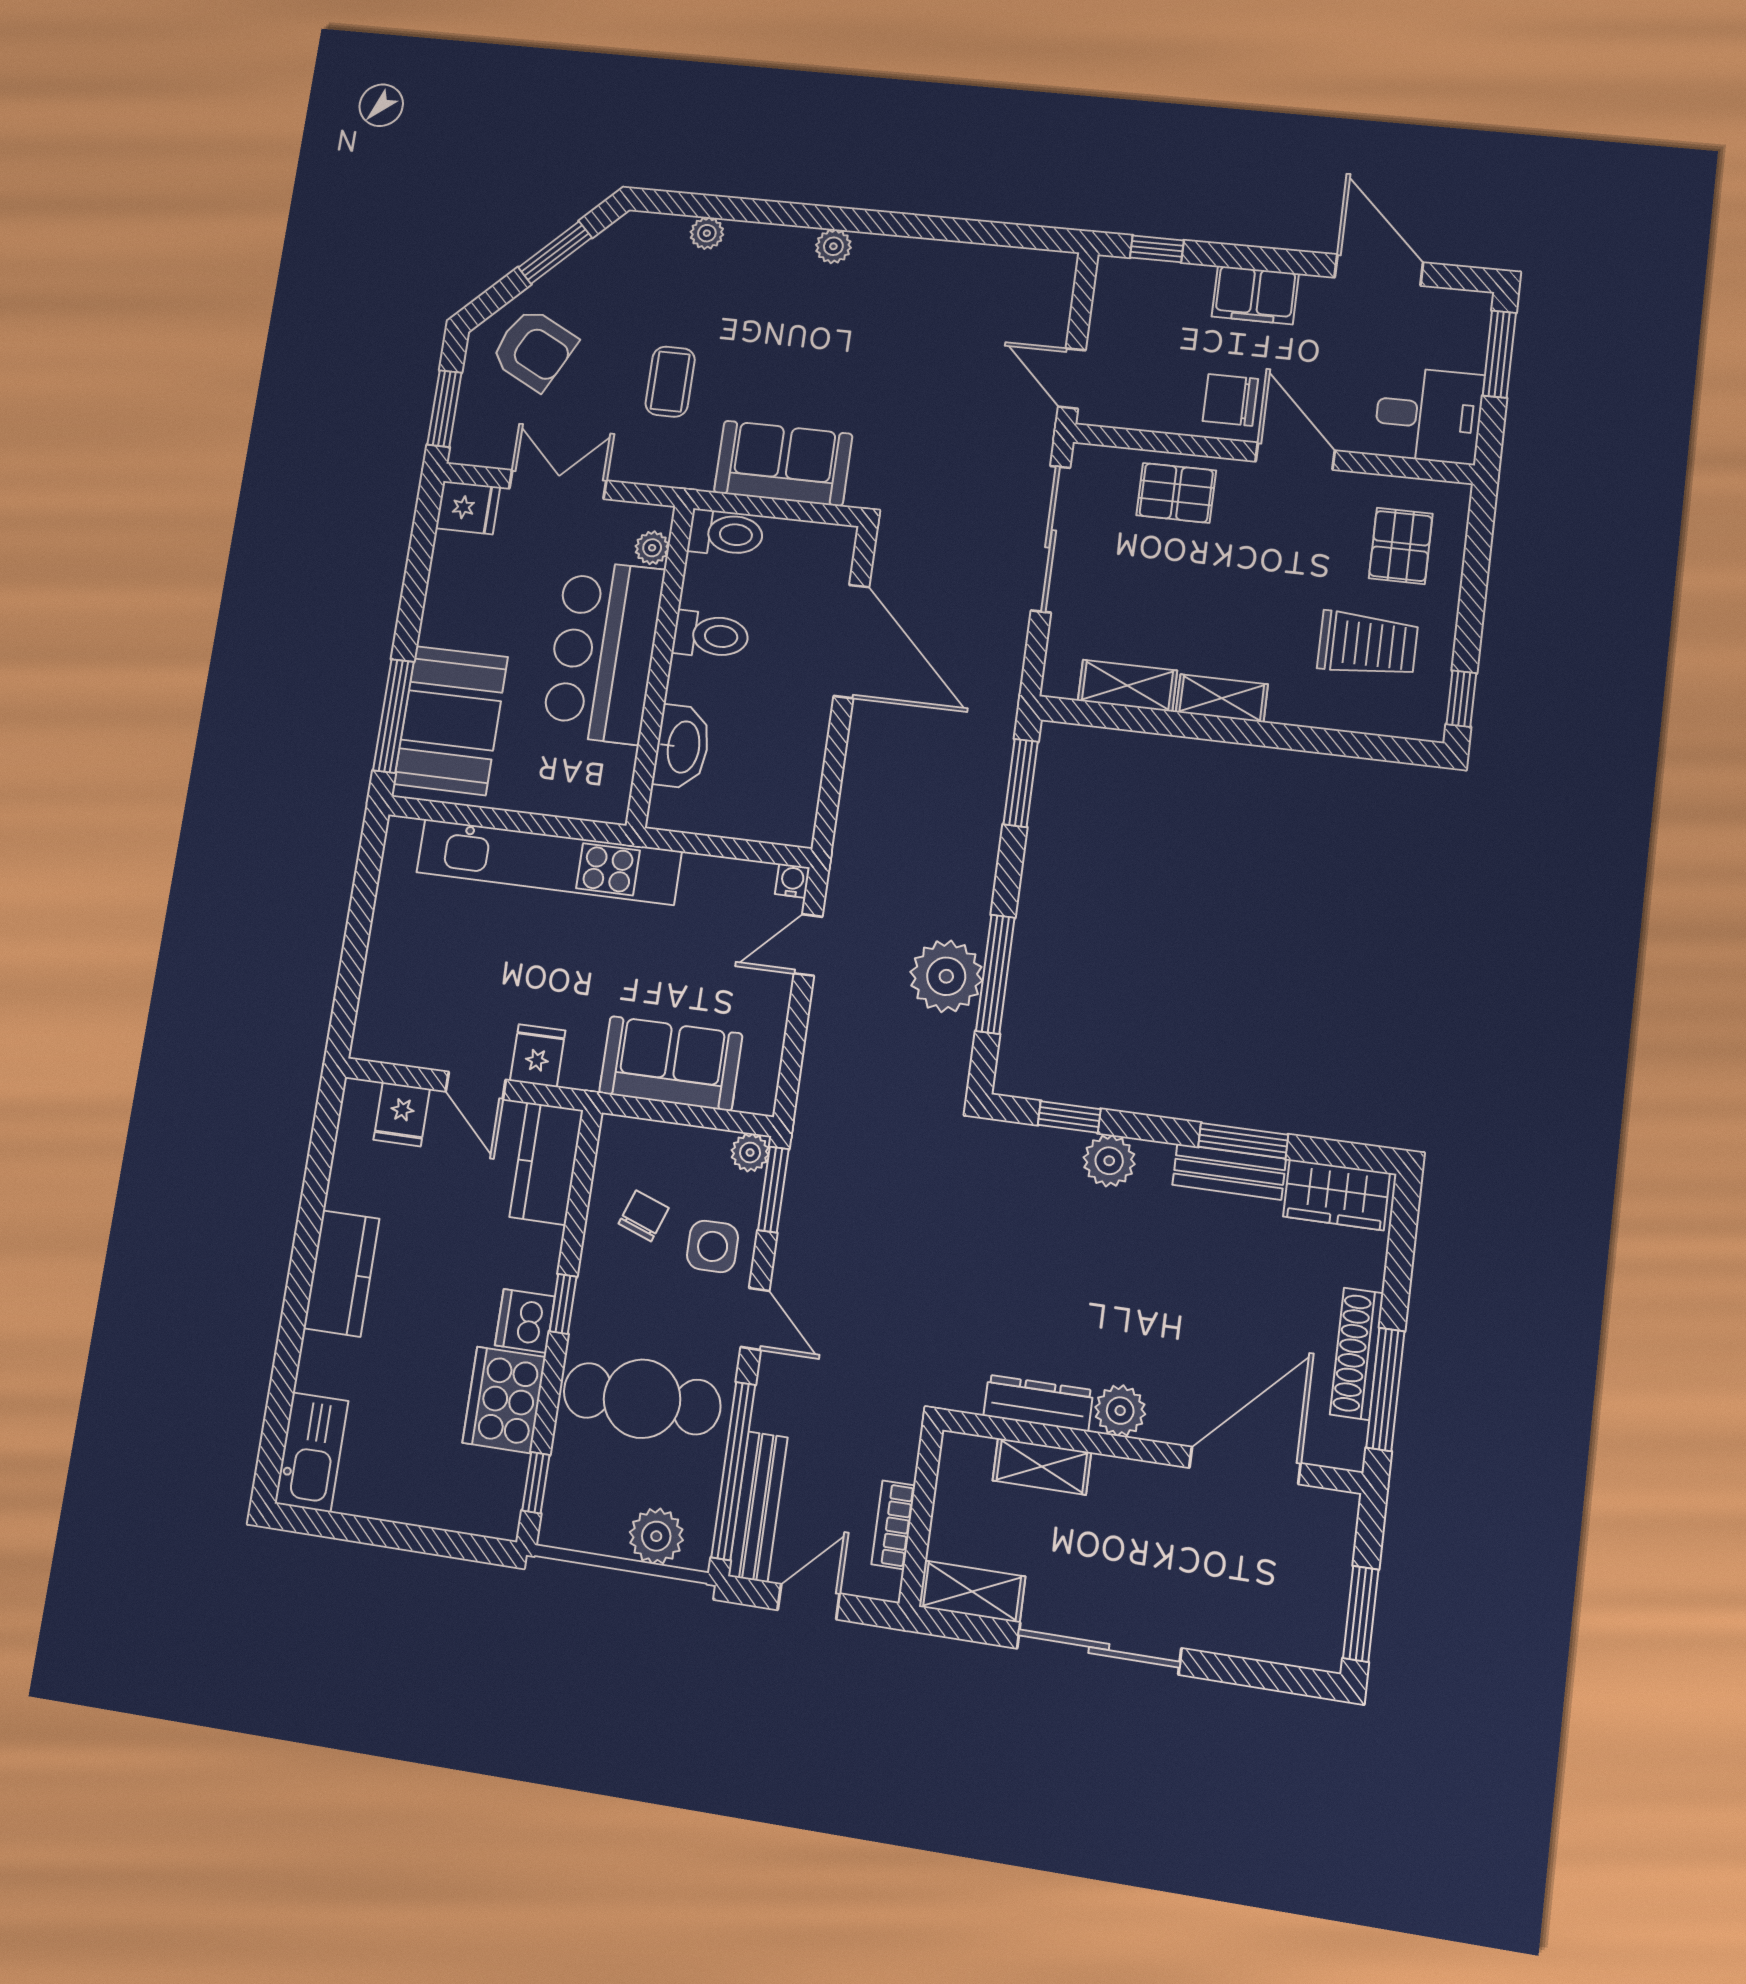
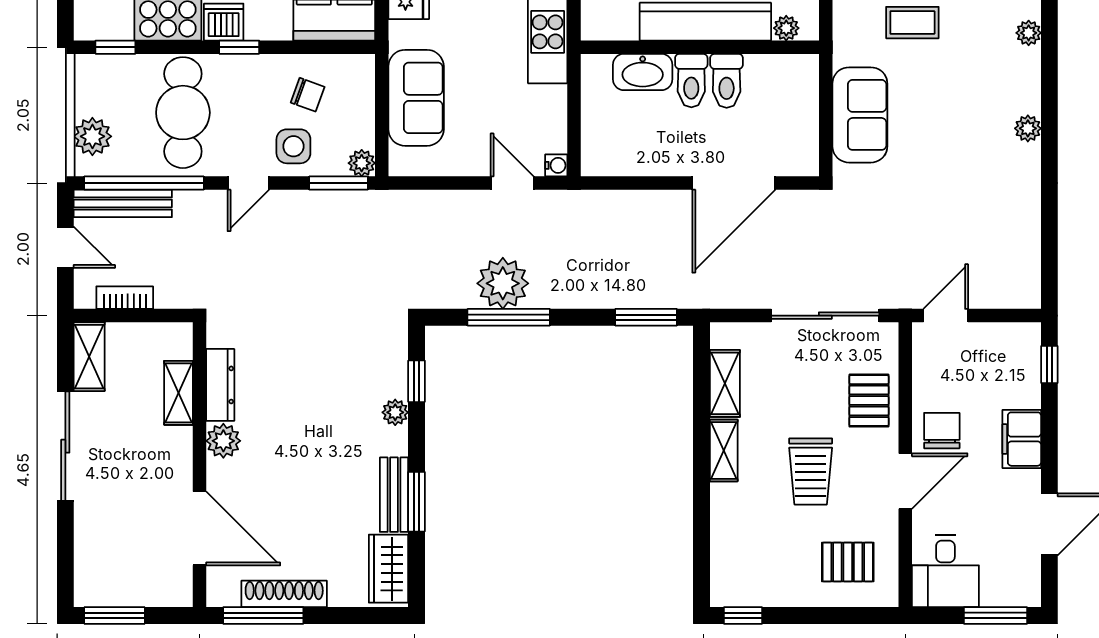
toilet: (726, 534) -> (691, 81), moved
trolley: (1368, 644) -> (811, 471), moved
plant: (1109, 1161) -> (395, 412), width x0.73, depth x0.73

